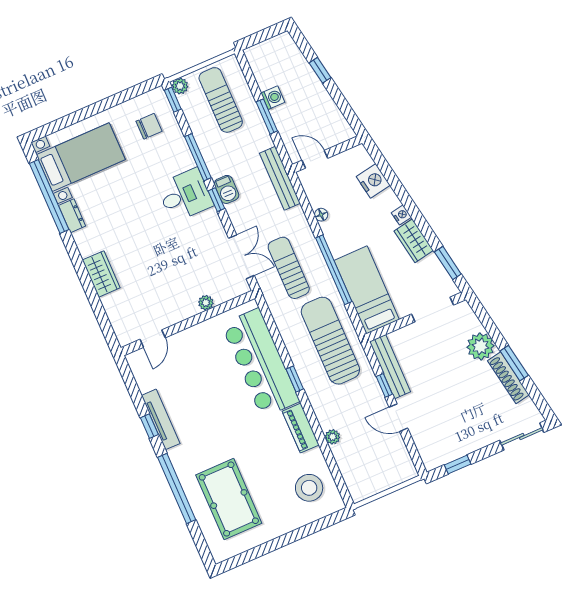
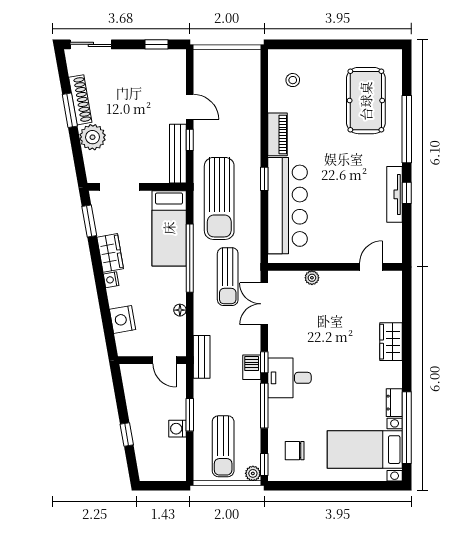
bench: (280, 178) -> (202, 357), width x0.73
plant: (333, 437) -> (253, 115), removed
stool: (309, 488) -> (293, 80), width x0.53, depth x0.53

